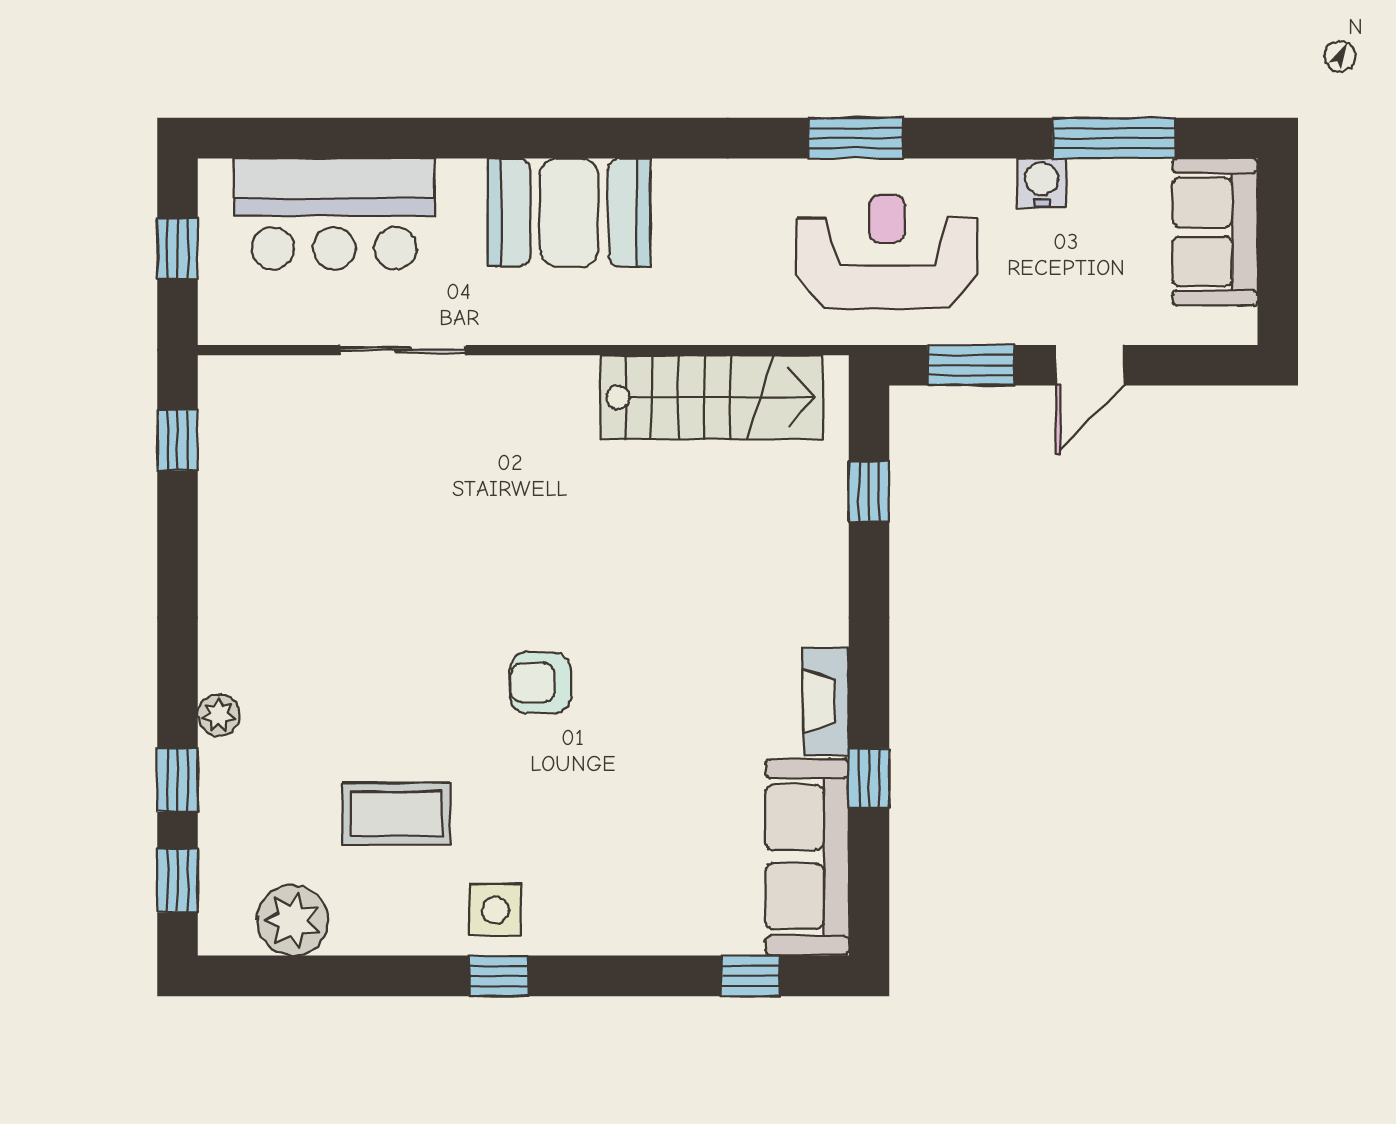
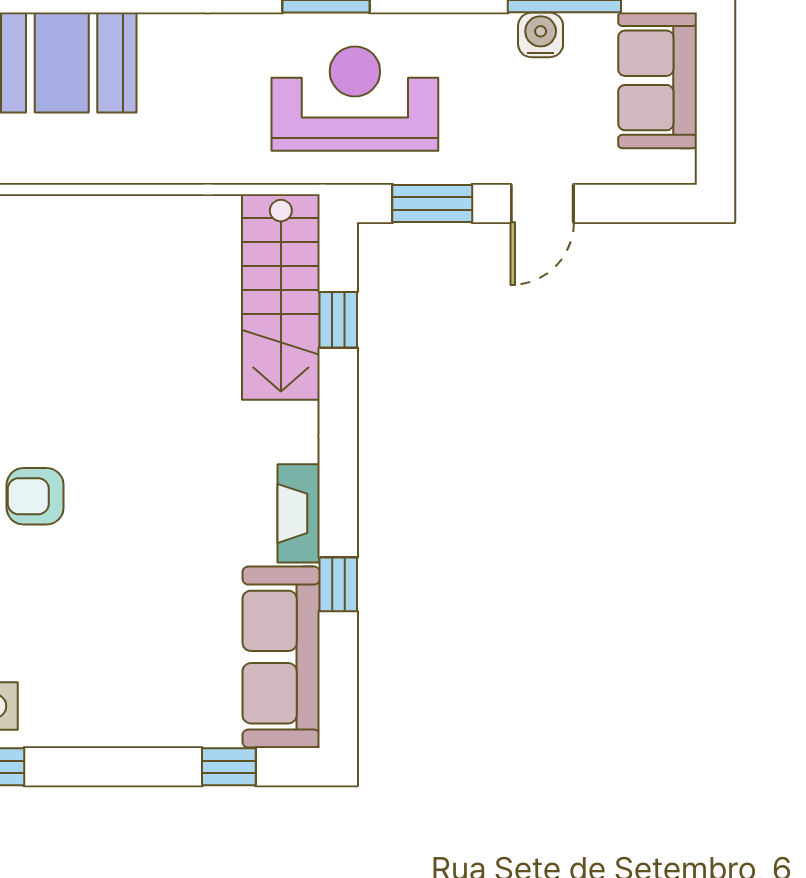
water cooler: (1042, 183) -> (541, 35), moved
stairs: (712, 397) -> (281, 297), moved, turned 90

